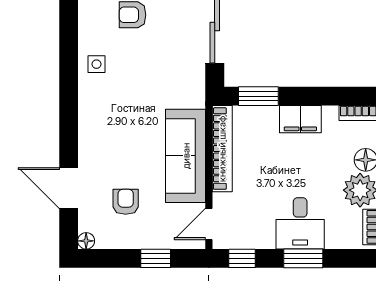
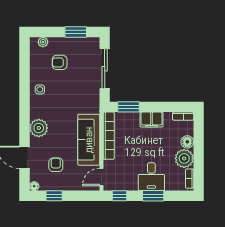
plant: (94, 135) -> (39, 128), added
window: (156, 258) -> (54, 196), moved

